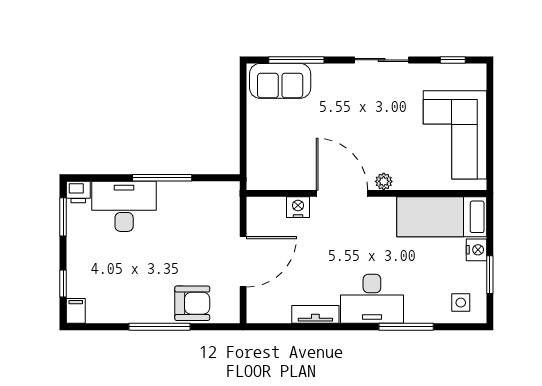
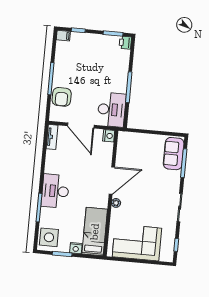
desk: (124, 206) -> (112, 110), moved
nightstand: (298, 207) -> (109, 136), moved
side table: (461, 303) -> (49, 237), width x1.87, depth x1.87
tv unit: (315, 314) -> (52, 137), moved

